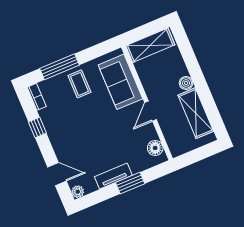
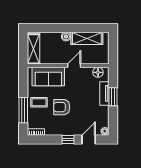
door: (151, 111) -> (74, 66), swing flipped
armchair: (86, 118) -> (62, 107), added
window: (37, 128) -> (68, 139), moved
tv unit: (113, 176) -> (104, 93), moved

